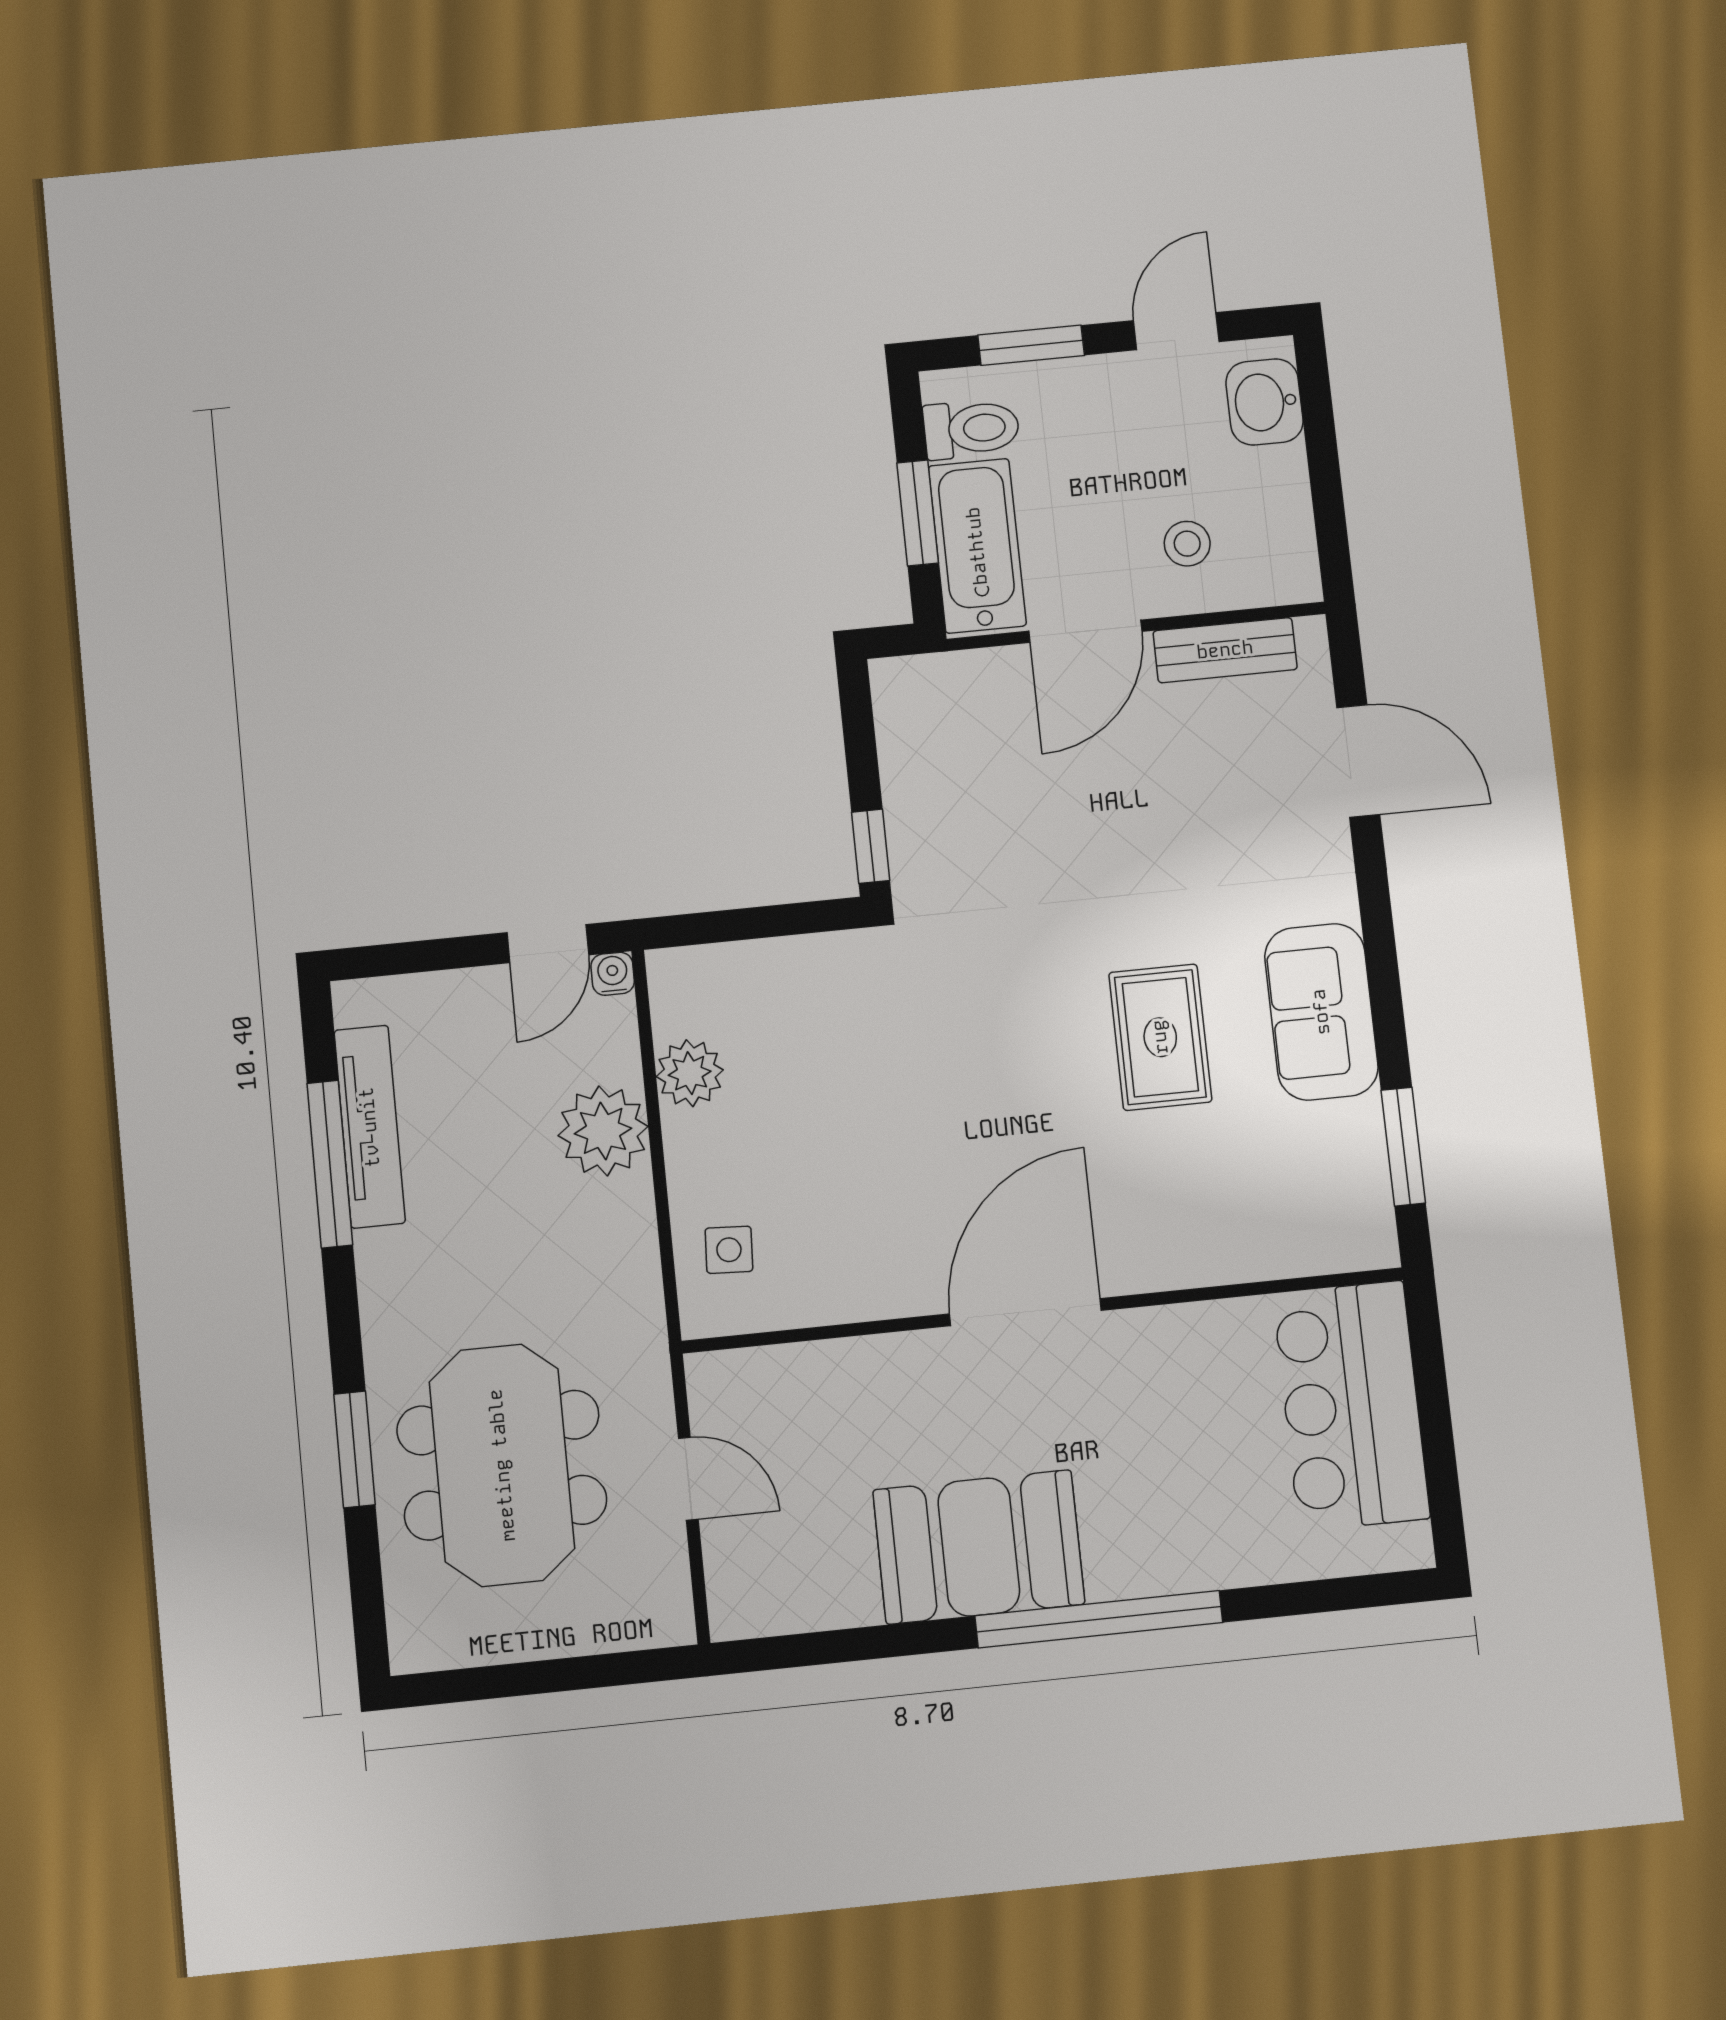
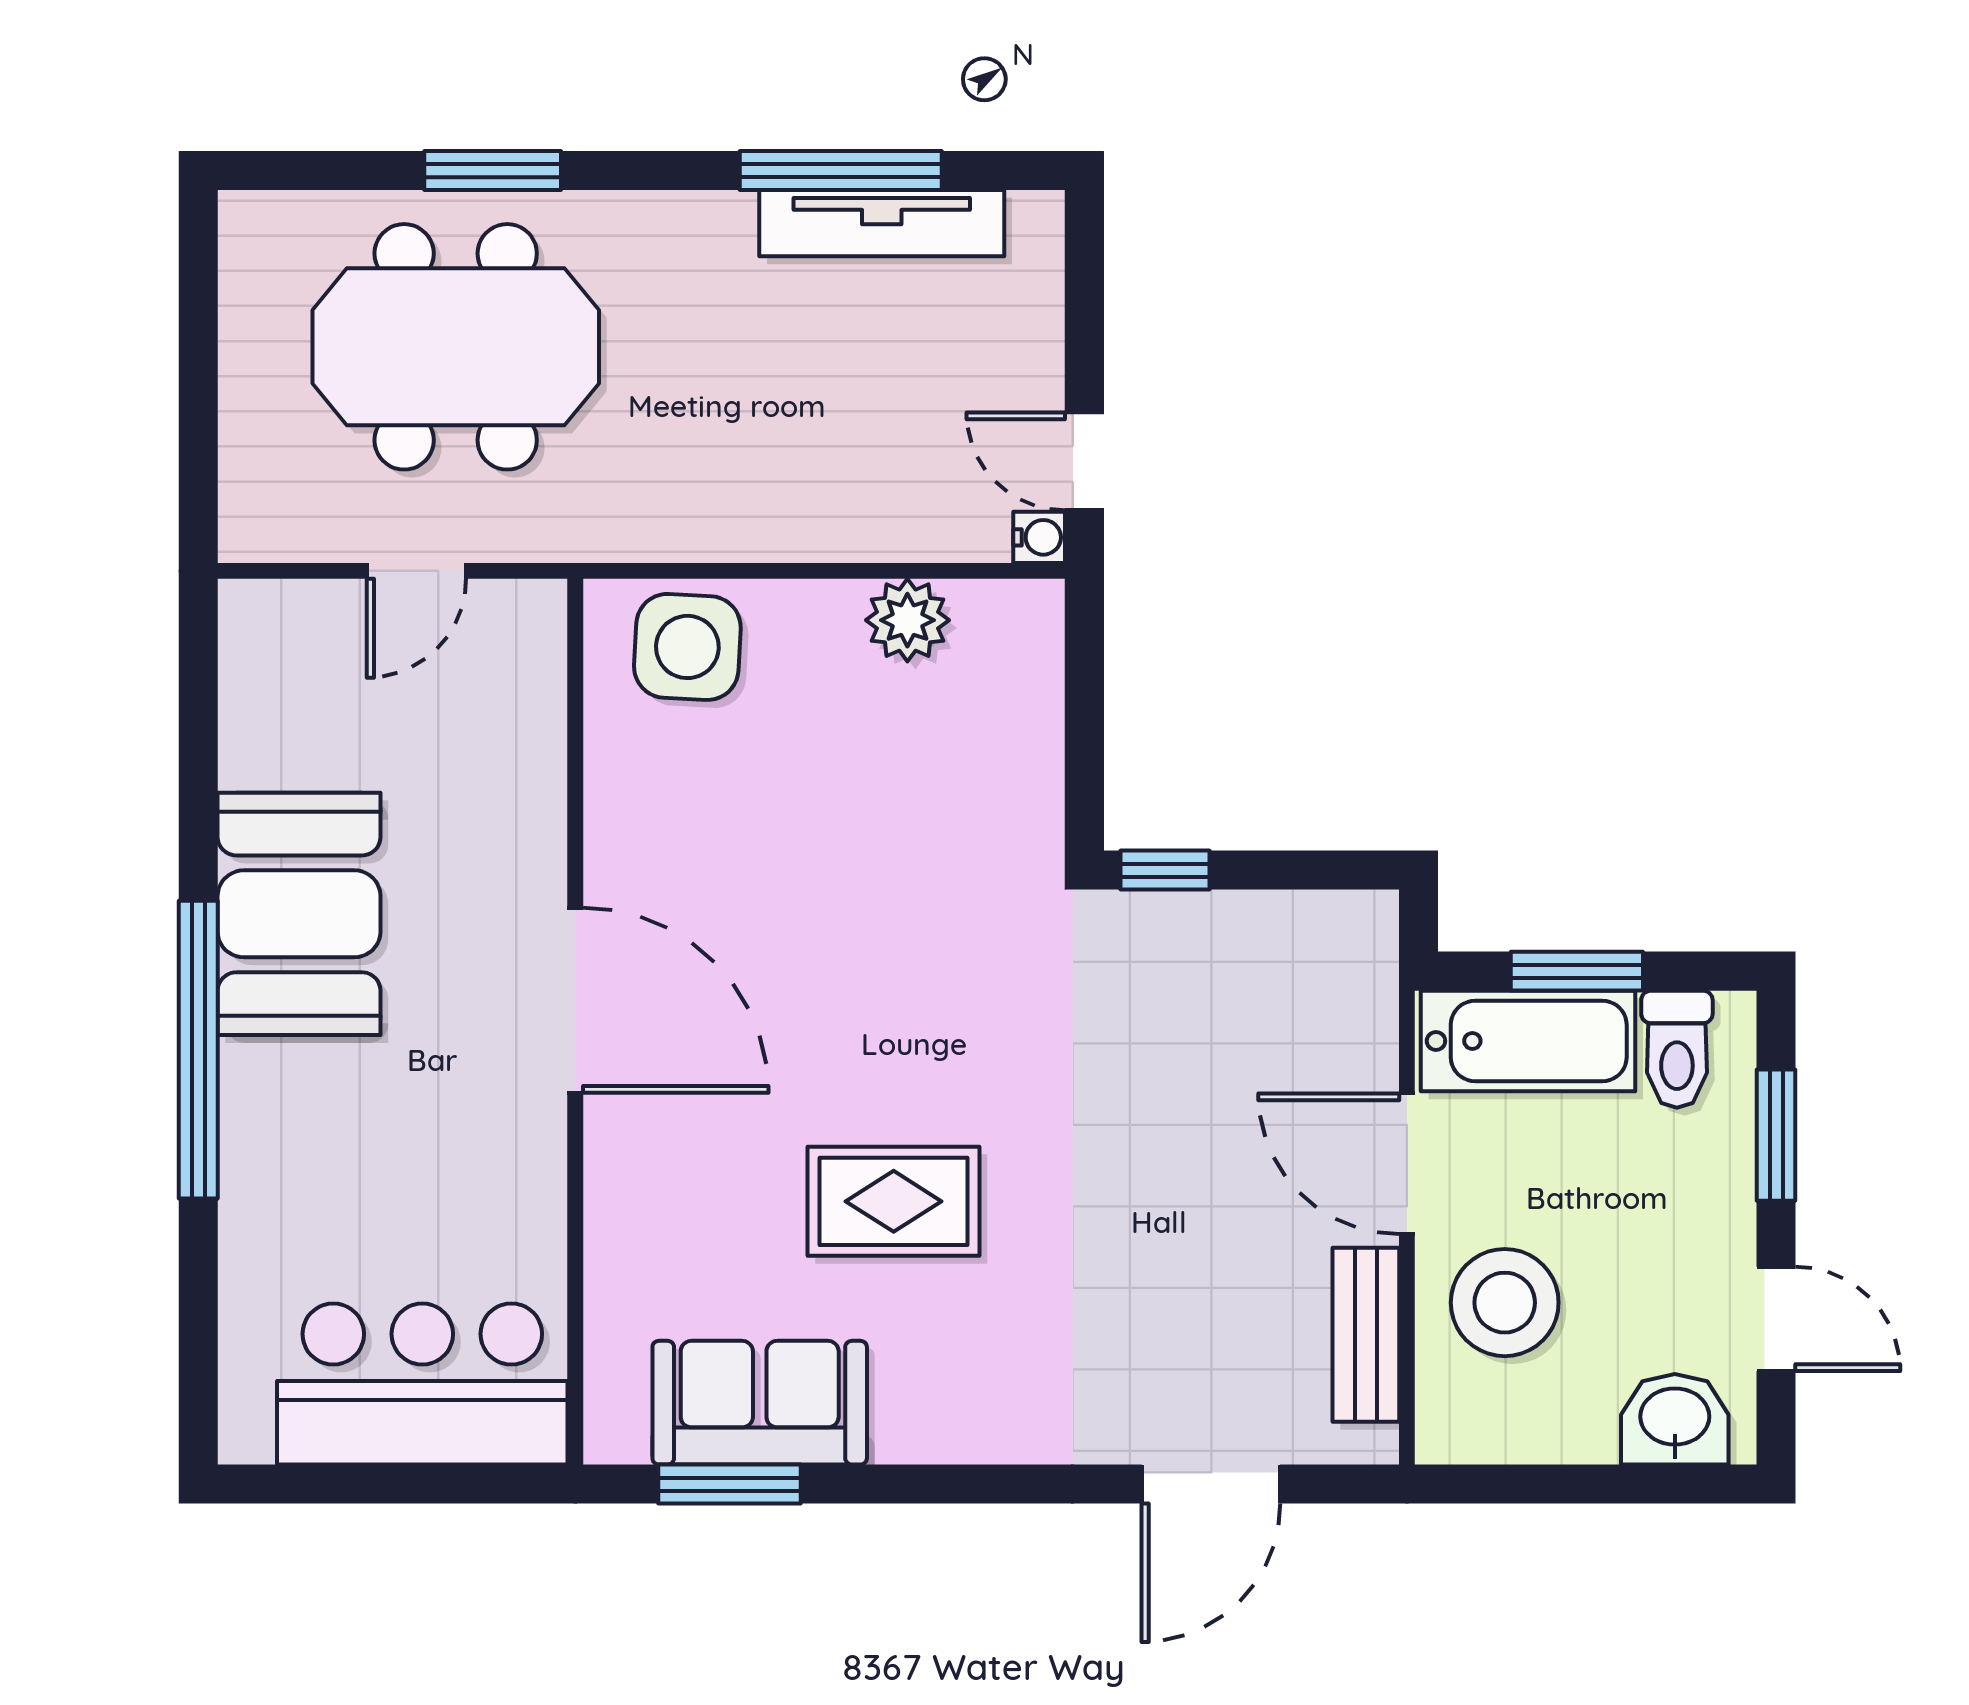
stool: (1187, 544) -> (1505, 1303), width x1.89, depth x1.89
sofa: (1321, 1012) -> (760, 1403), moved
plant: (603, 1131) -> (848, 507), removed
side table: (729, 1250) -> (687, 647), width x1.87, depth x1.87

